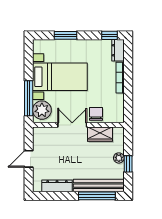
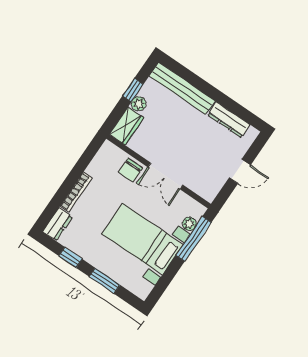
window: (110, 35) -> (70, 257), moved
plant: (42, 110) -> (189, 224), width x0.53, depth x0.53
wardrobe: (100, 134) -> (127, 126), moved, turned 90
window: (97, 196) -> (192, 78), removed

